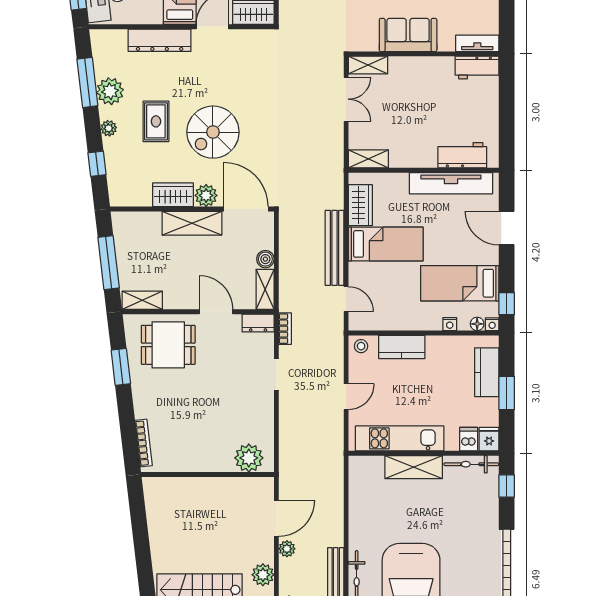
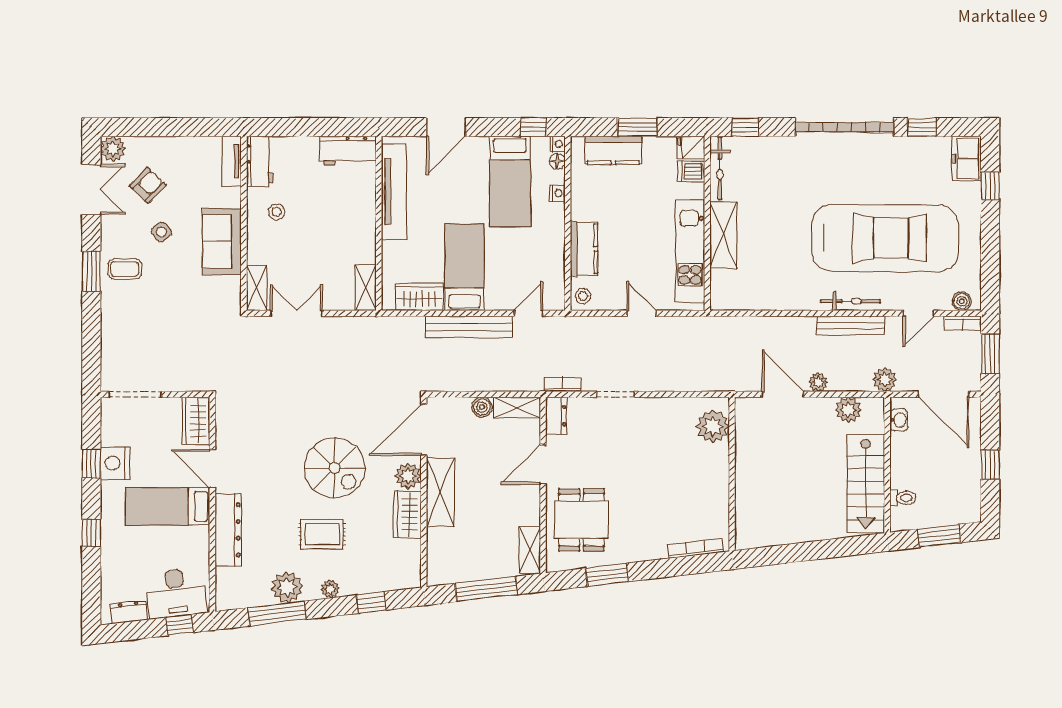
stool: (434, 82) -> (277, 212), added
workbench: (462, 155) -> (348, 151), moved, turned -90

